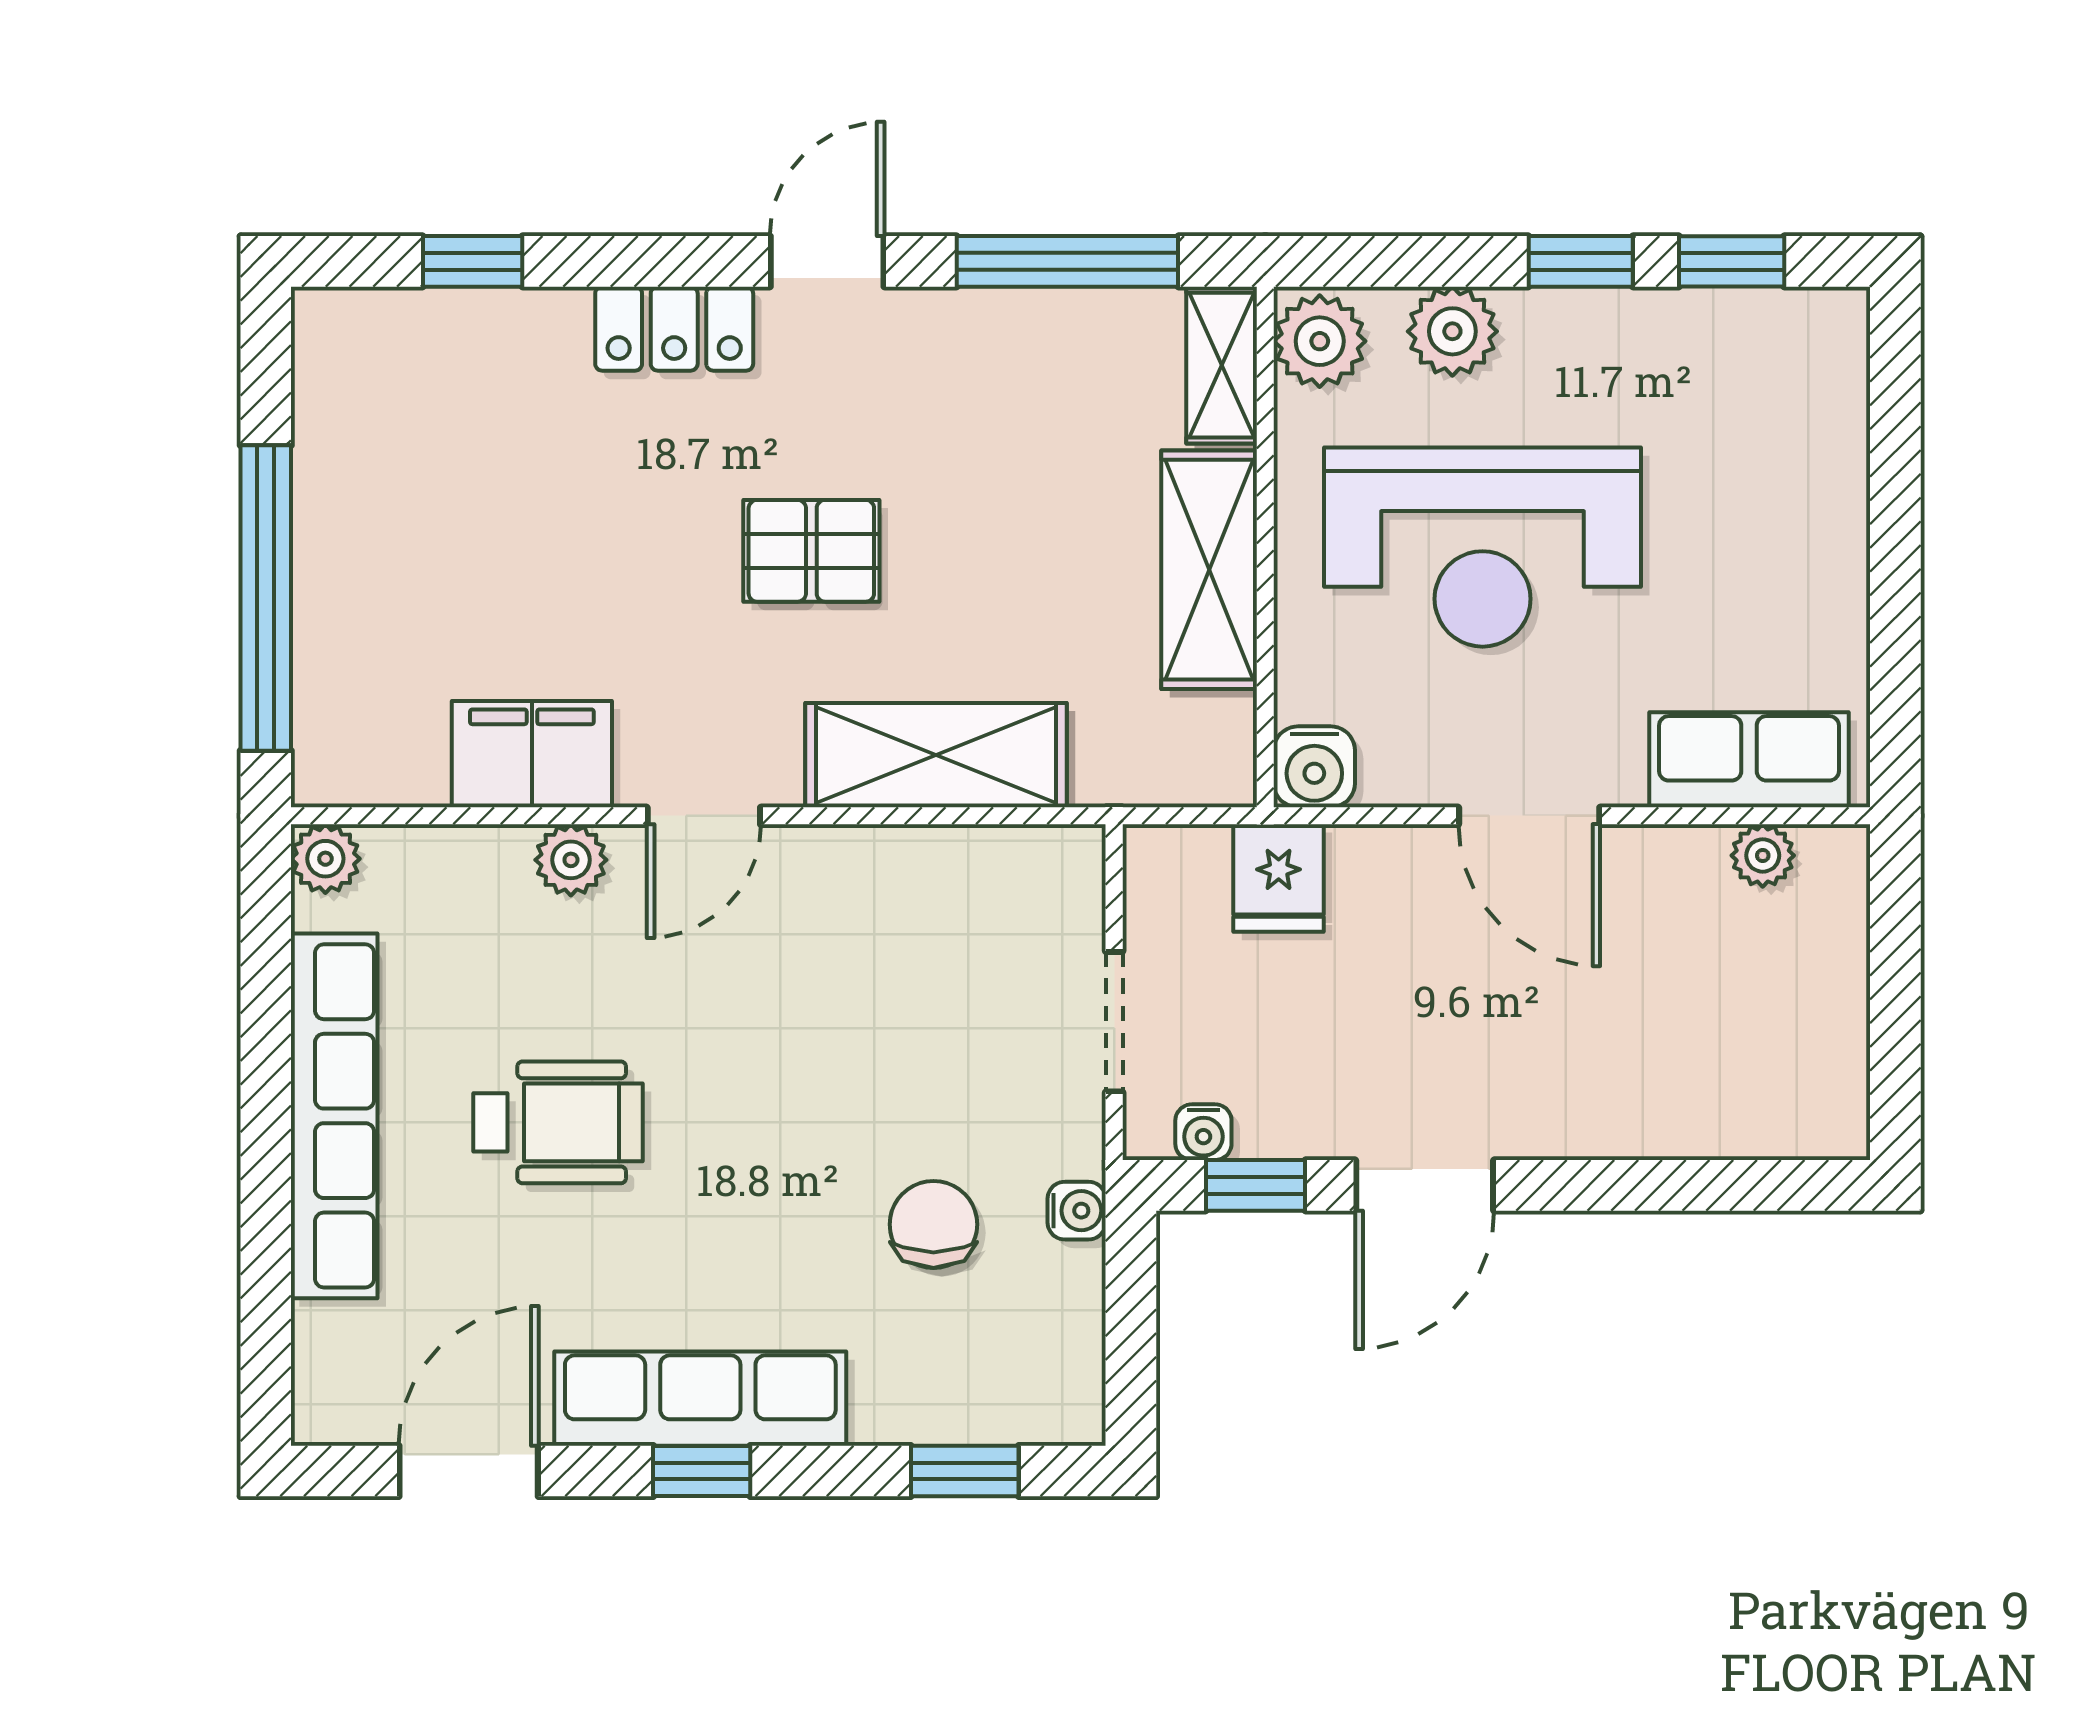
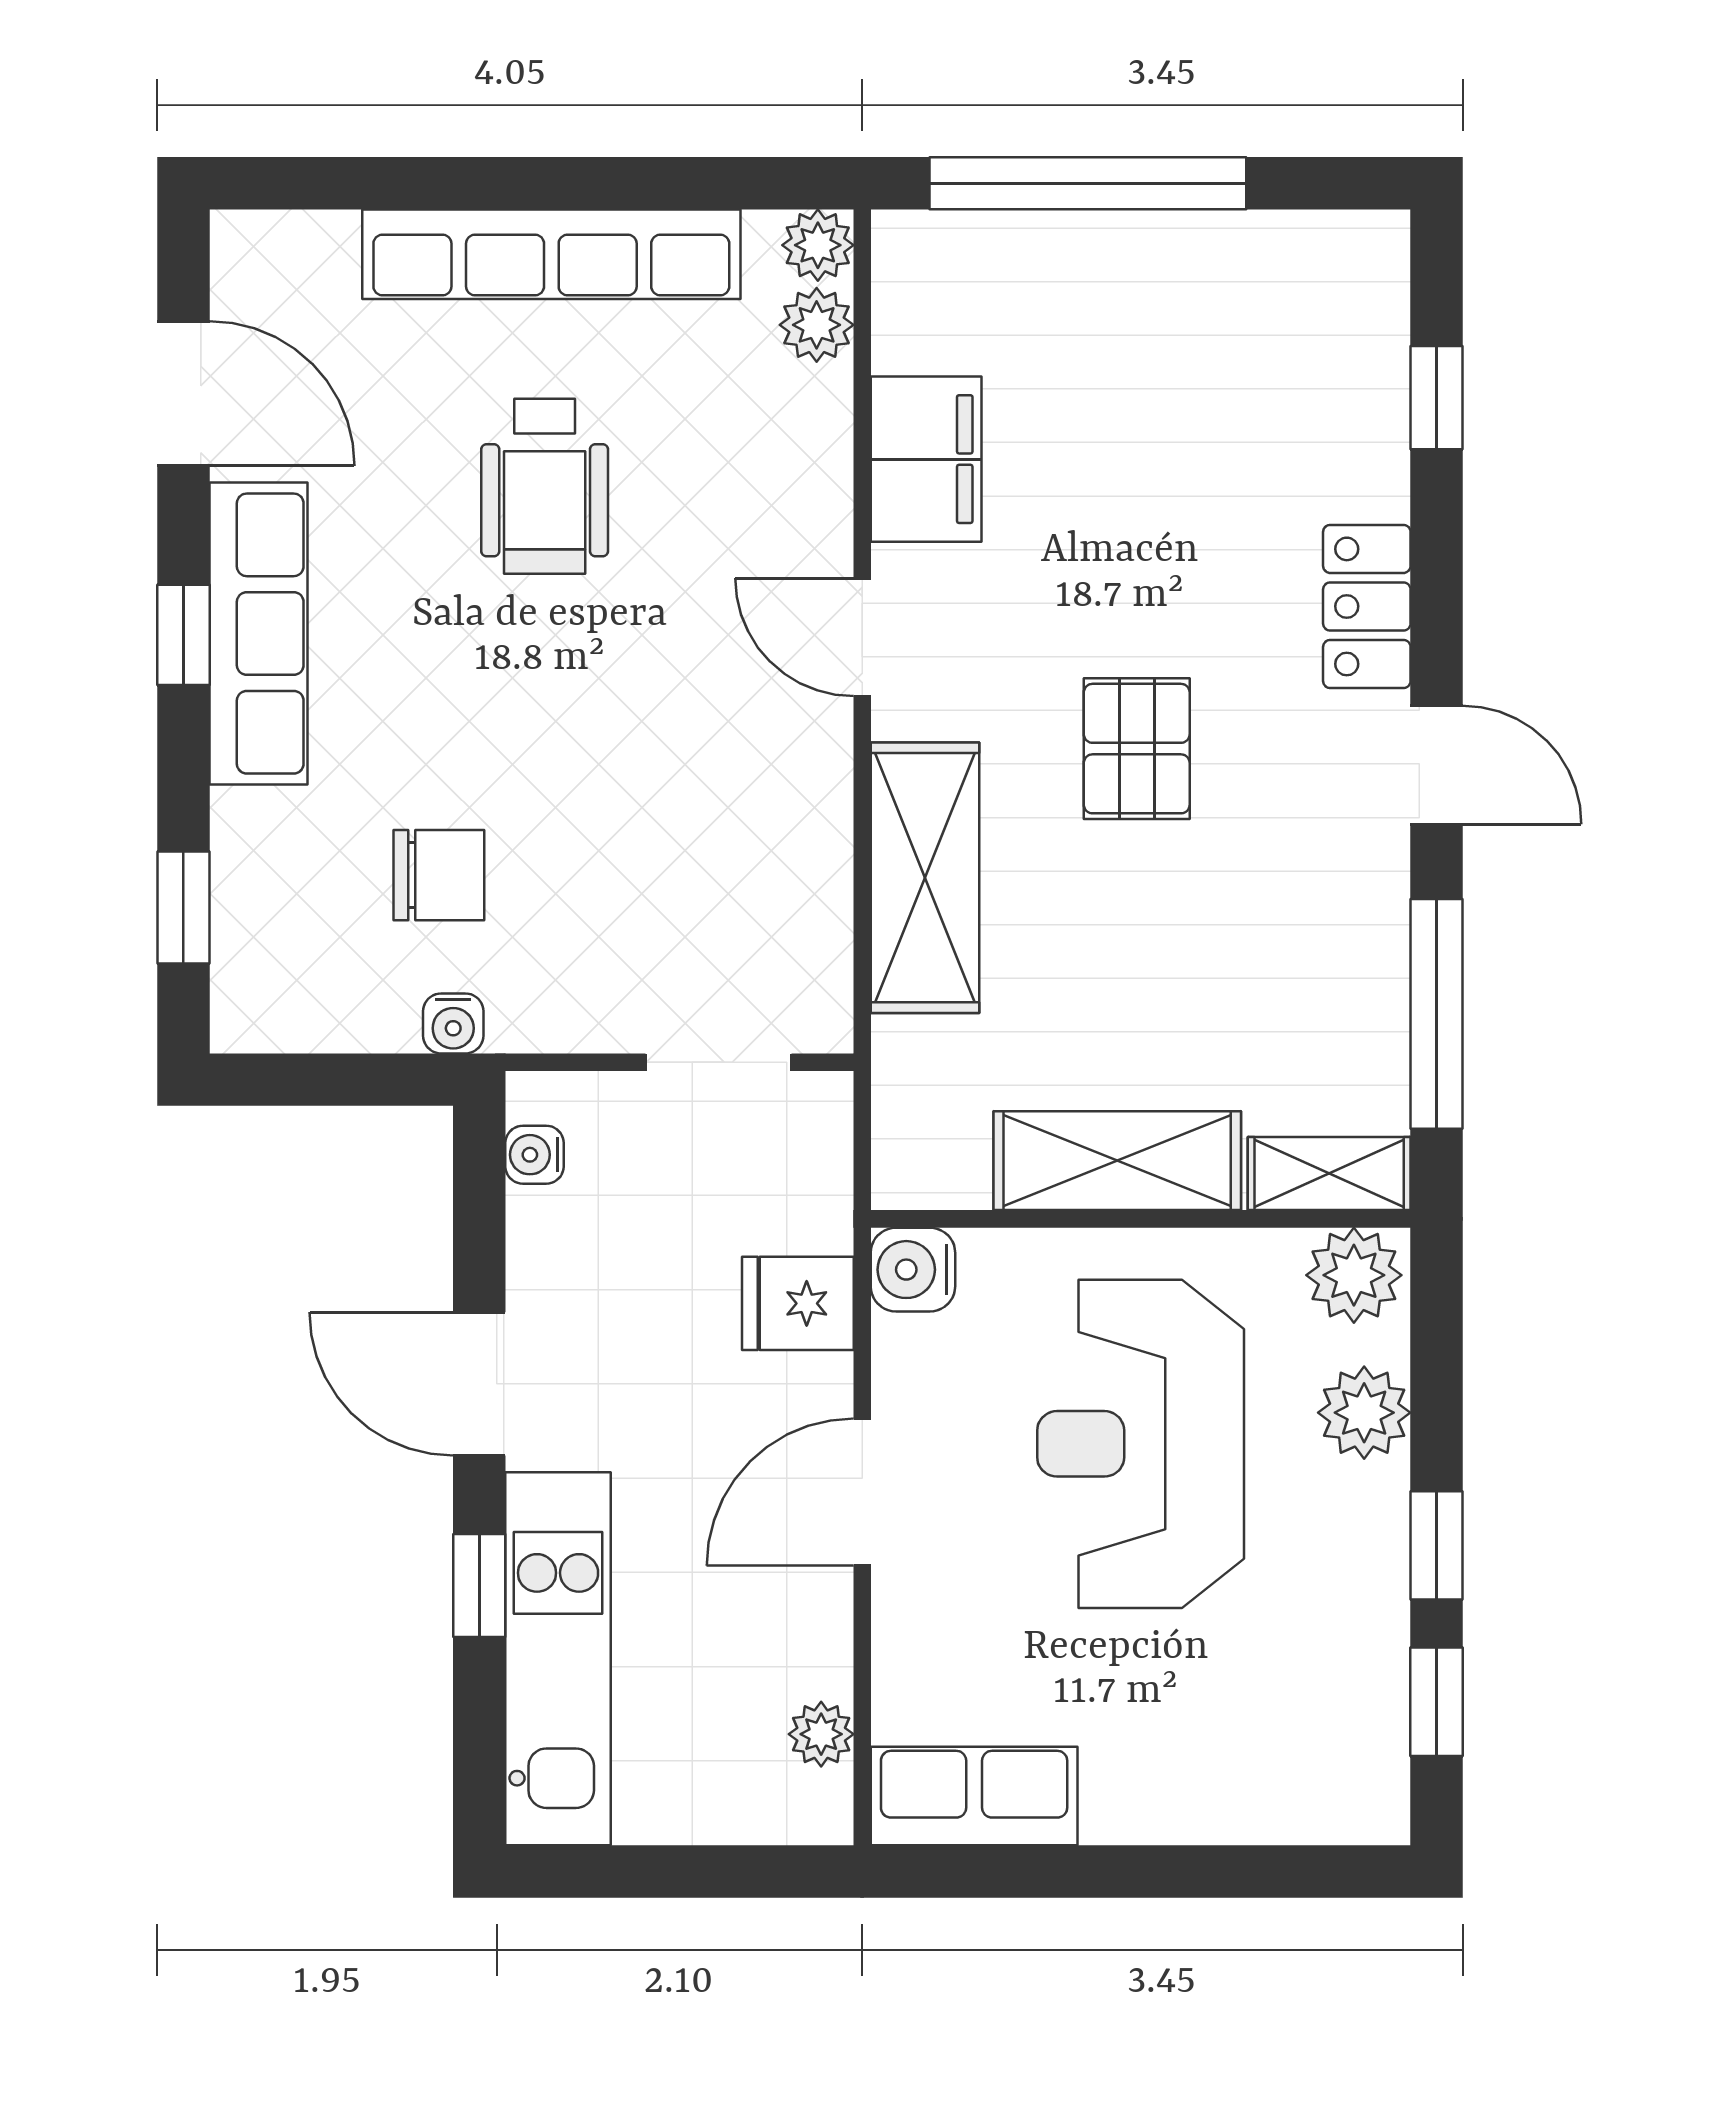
row of seats: (1749, 760) -> (974, 1796), moved, turned -90
plant: (571, 860) -> (817, 325), moved
fridge: (1279, 878) -> (798, 1303), moved
doorway: (1114, 1022) -> (719, 1062), moved
kitchen unit: (1690, 1109) -> (558, 1659), added
window: (1256, 1185) -> (479, 1586), moved

